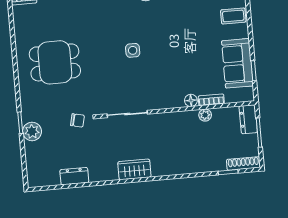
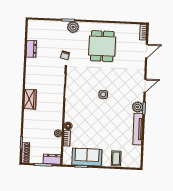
plant: (32, 131) -> (73, 27), moved
wardrobe: (134, 169) -> (30, 99), moved

